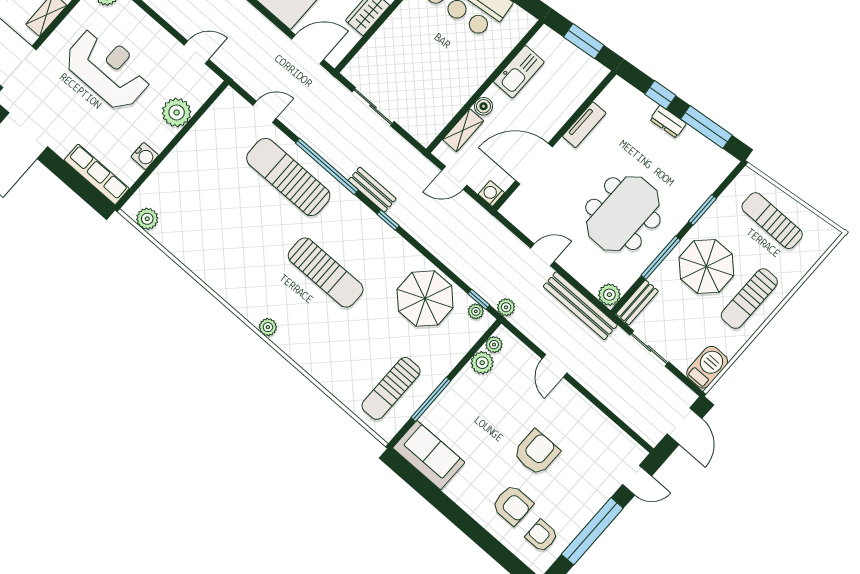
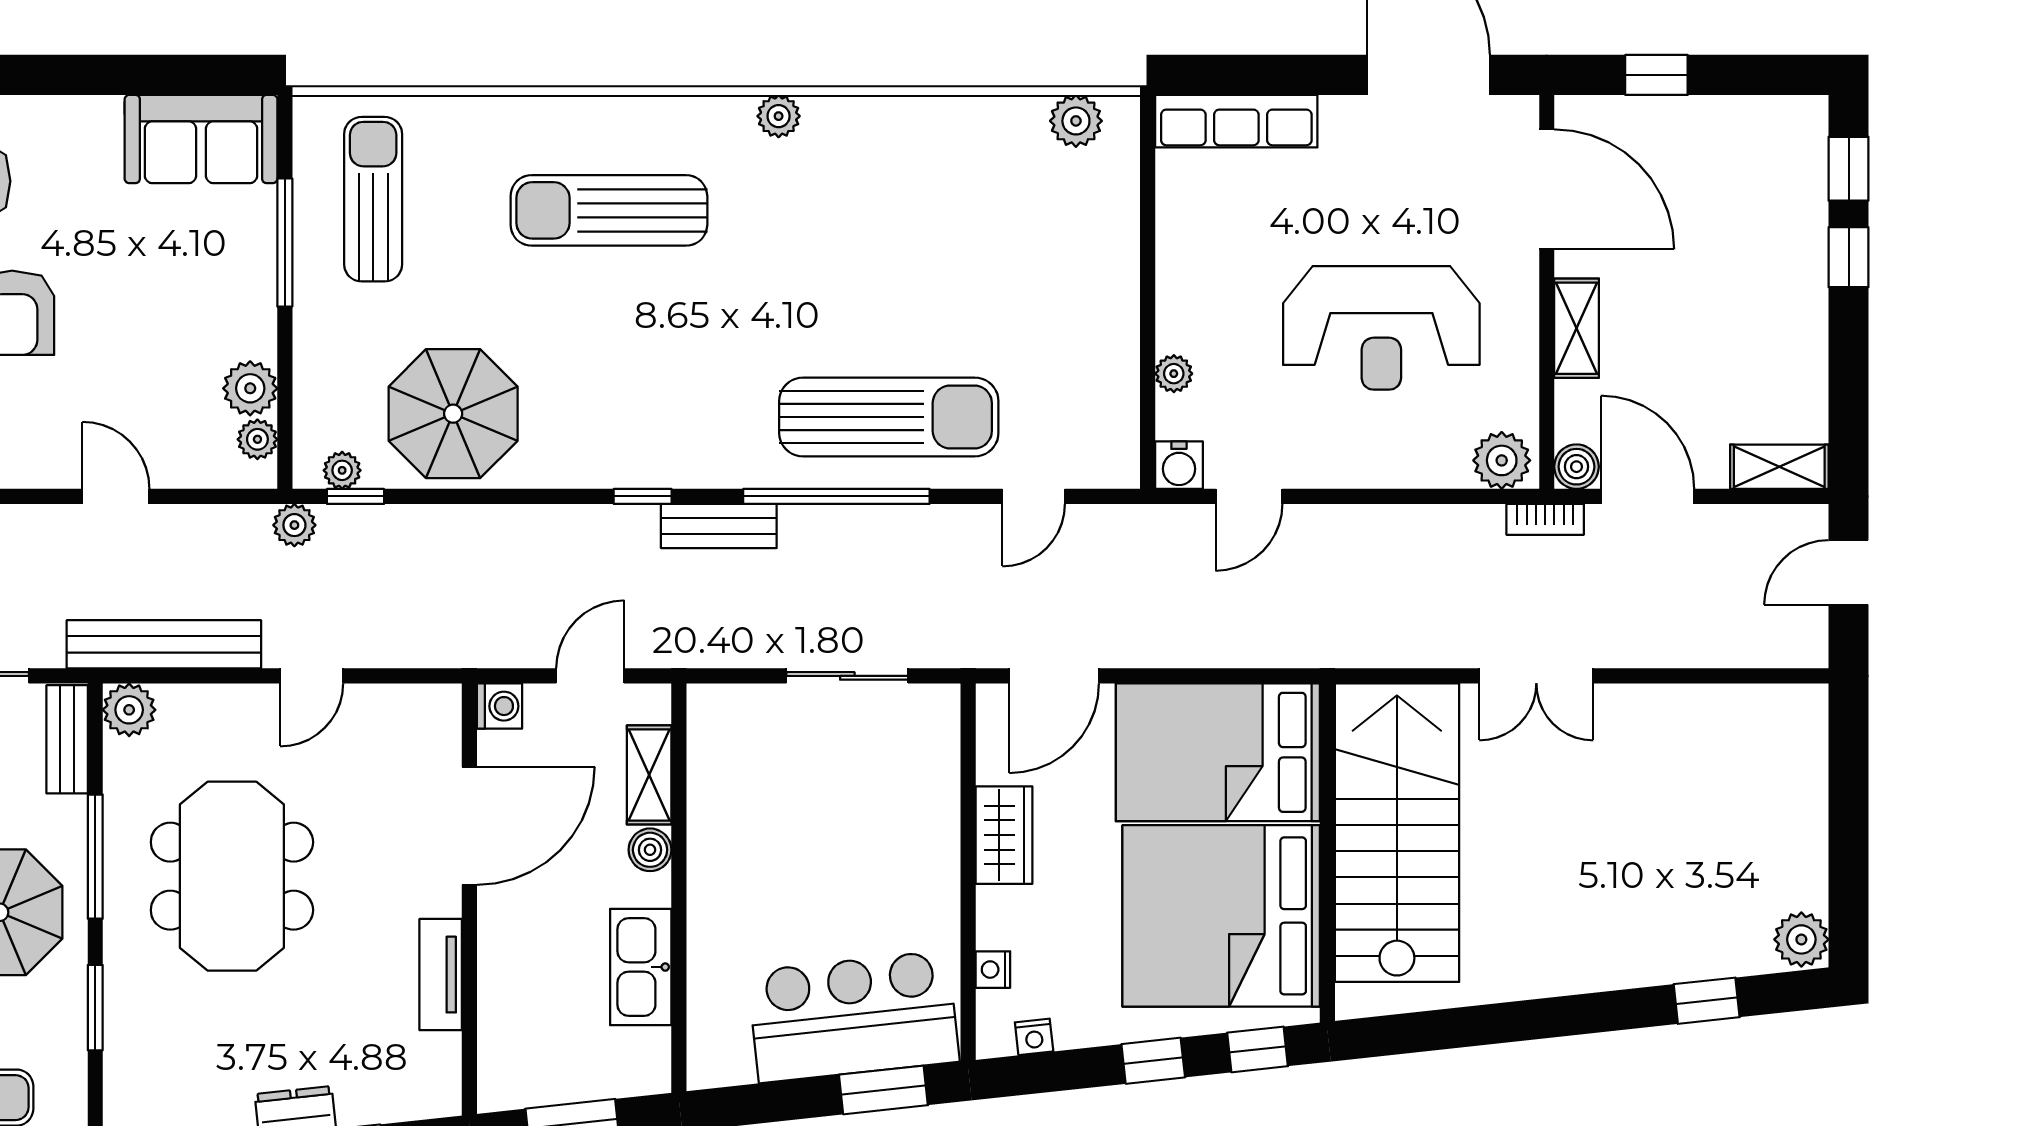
plant: (177, 112) -> (1174, 374), width x0.53, depth x0.53
water cooler: (145, 156) -> (1179, 465), moved, turned -90
sun lounger: (326, 273) -> (609, 210), moved
plant: (268, 327) -> (779, 116), moved

